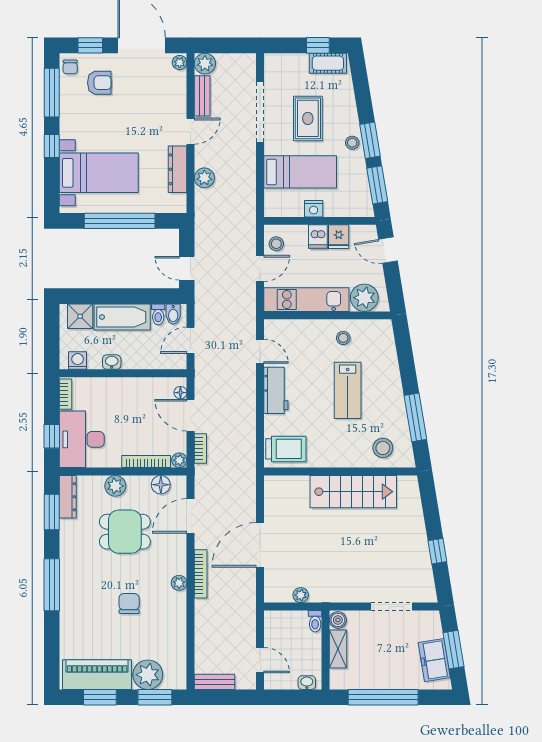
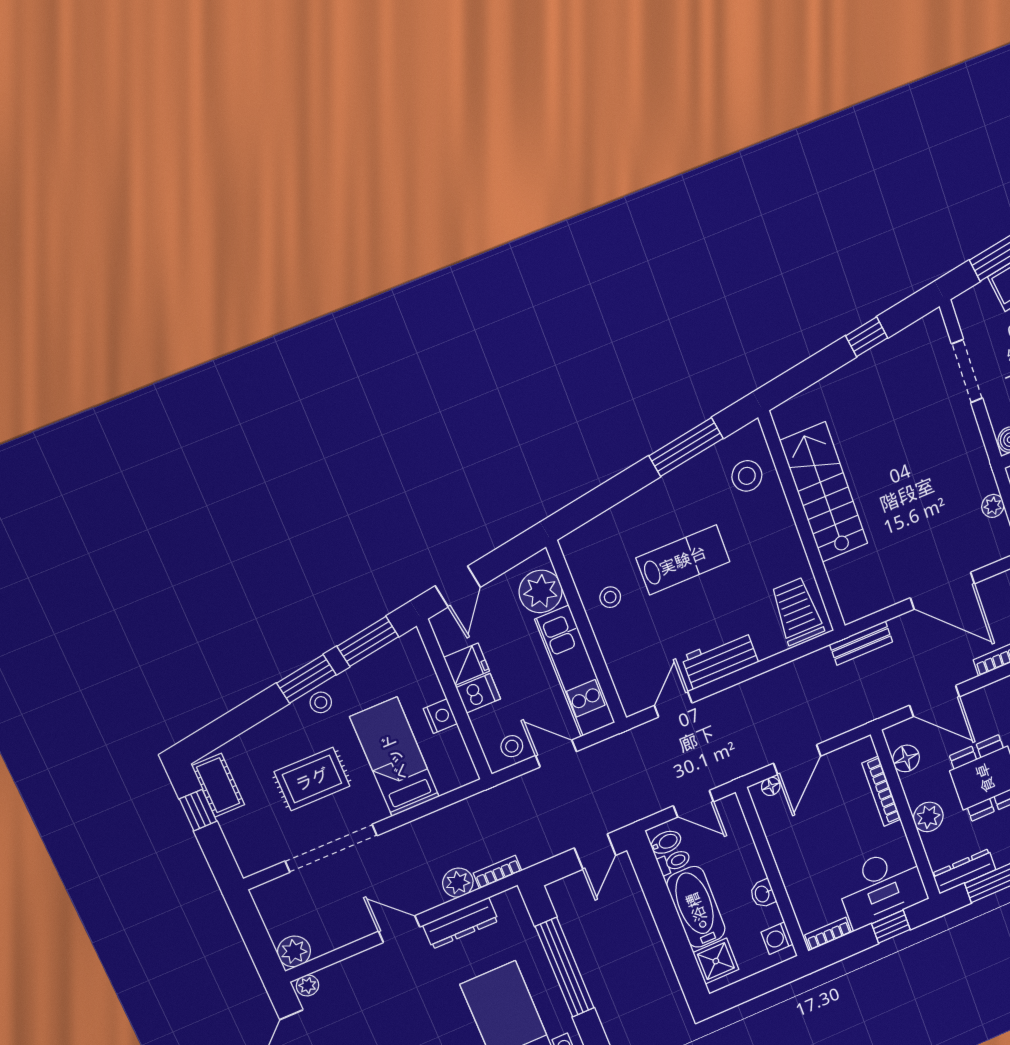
bench: (202, 96) -> (861, 643), moved
bookcase: (200, 449) -> (498, 872), moved
plant: (179, 460) -> (864, 748), removed

